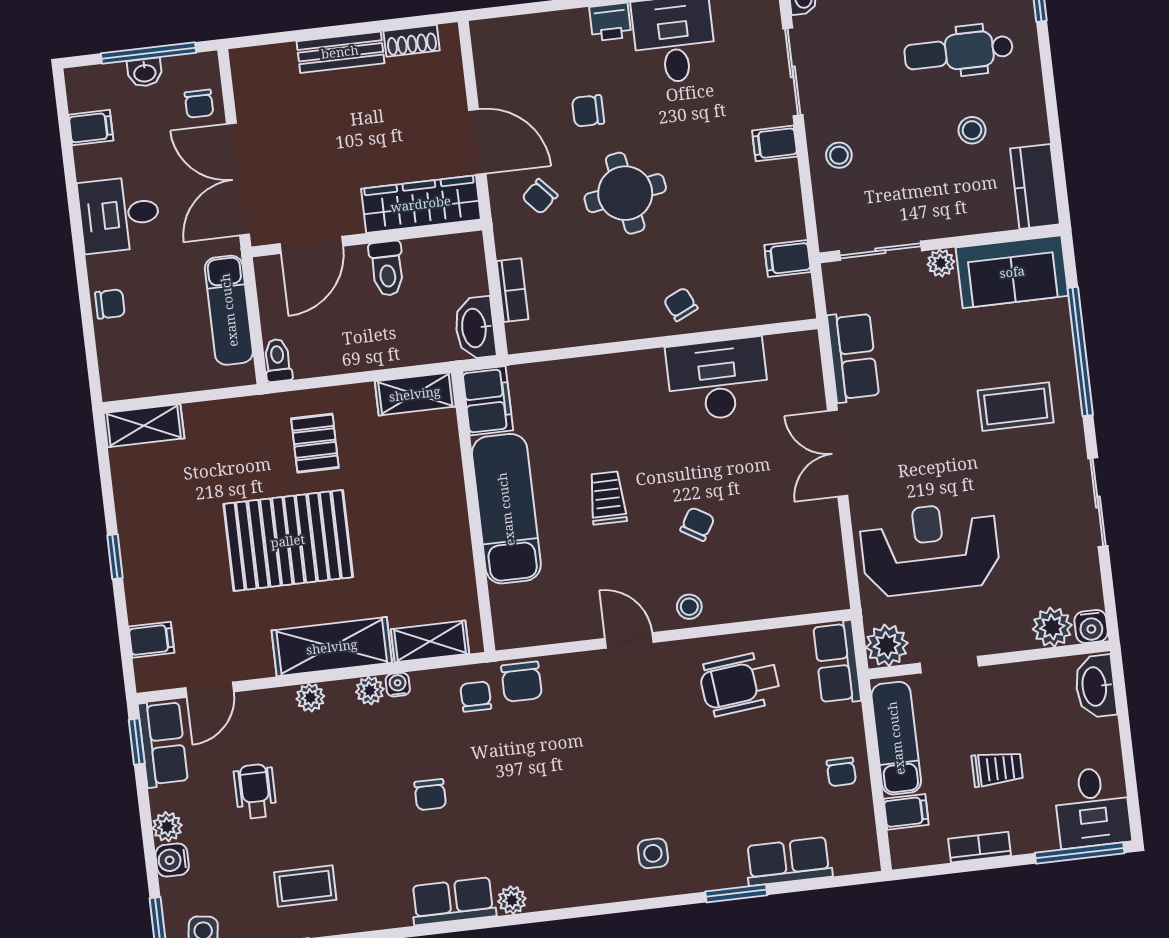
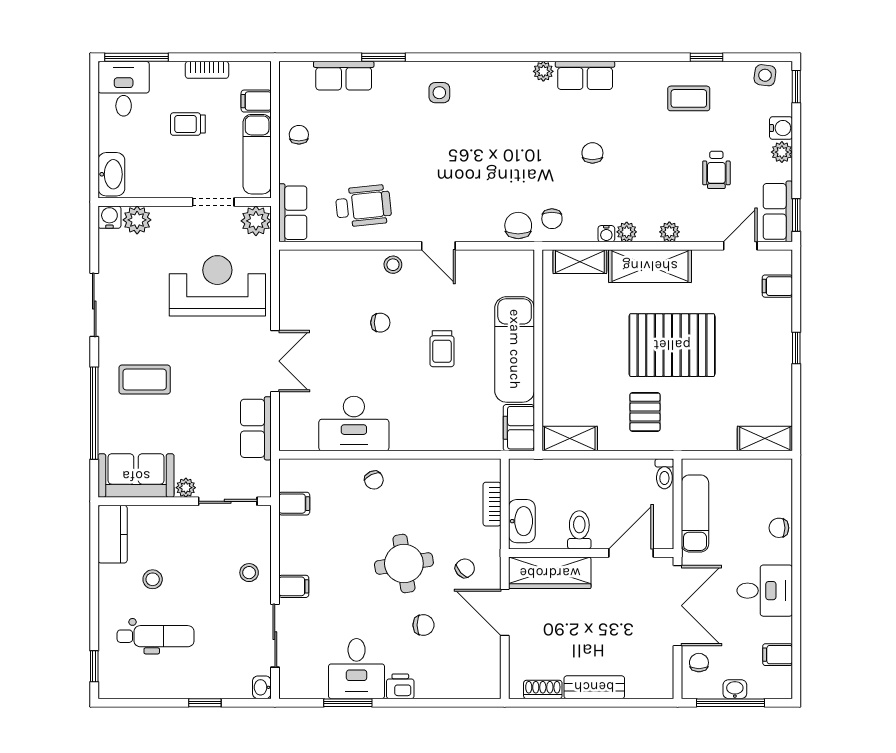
washbasin: (475, 328) -> (522, 521), moved
chair: (697, 524) -> (380, 323), turned -121
reception desk: (930, 549) -> (217, 286), turned 180

